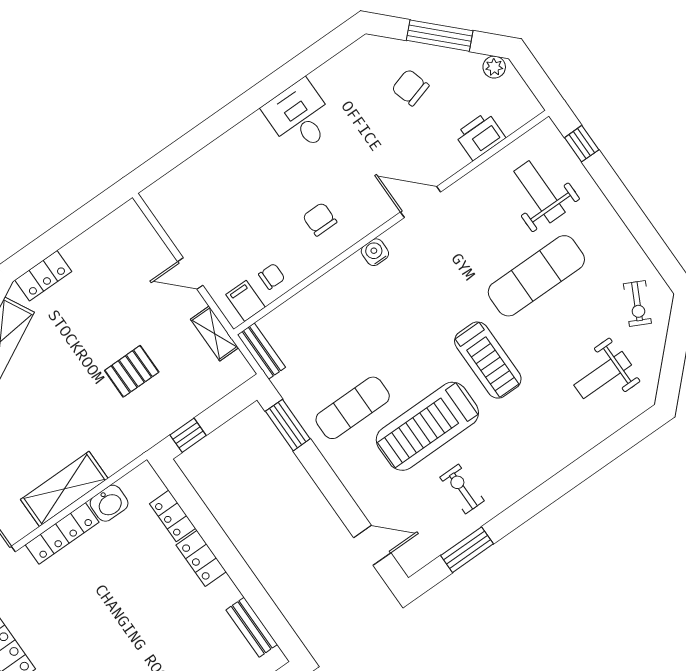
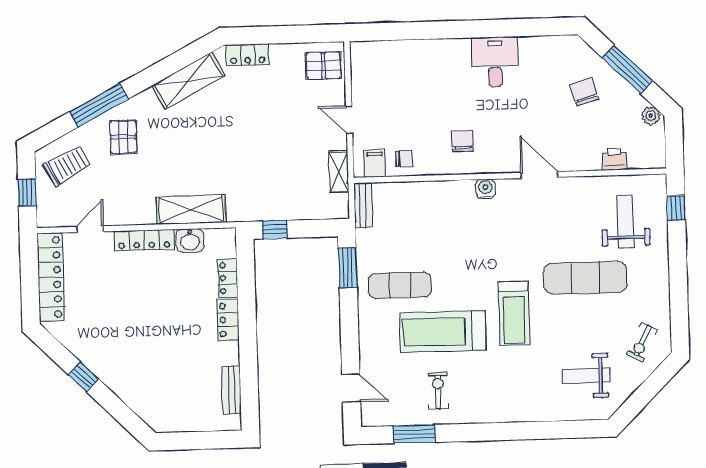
printer: (480, 136) -> (614, 159), width x0.73, depth x0.81
pallet: (132, 371) -> (323, 66), moved
shelving: (64, 489) -> (191, 210), moved

